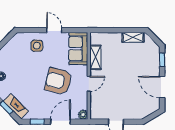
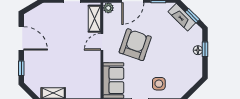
shelving: (95, 57) -> (94, 19), moved
armchair: (58, 81) -> (135, 45), turned -85

